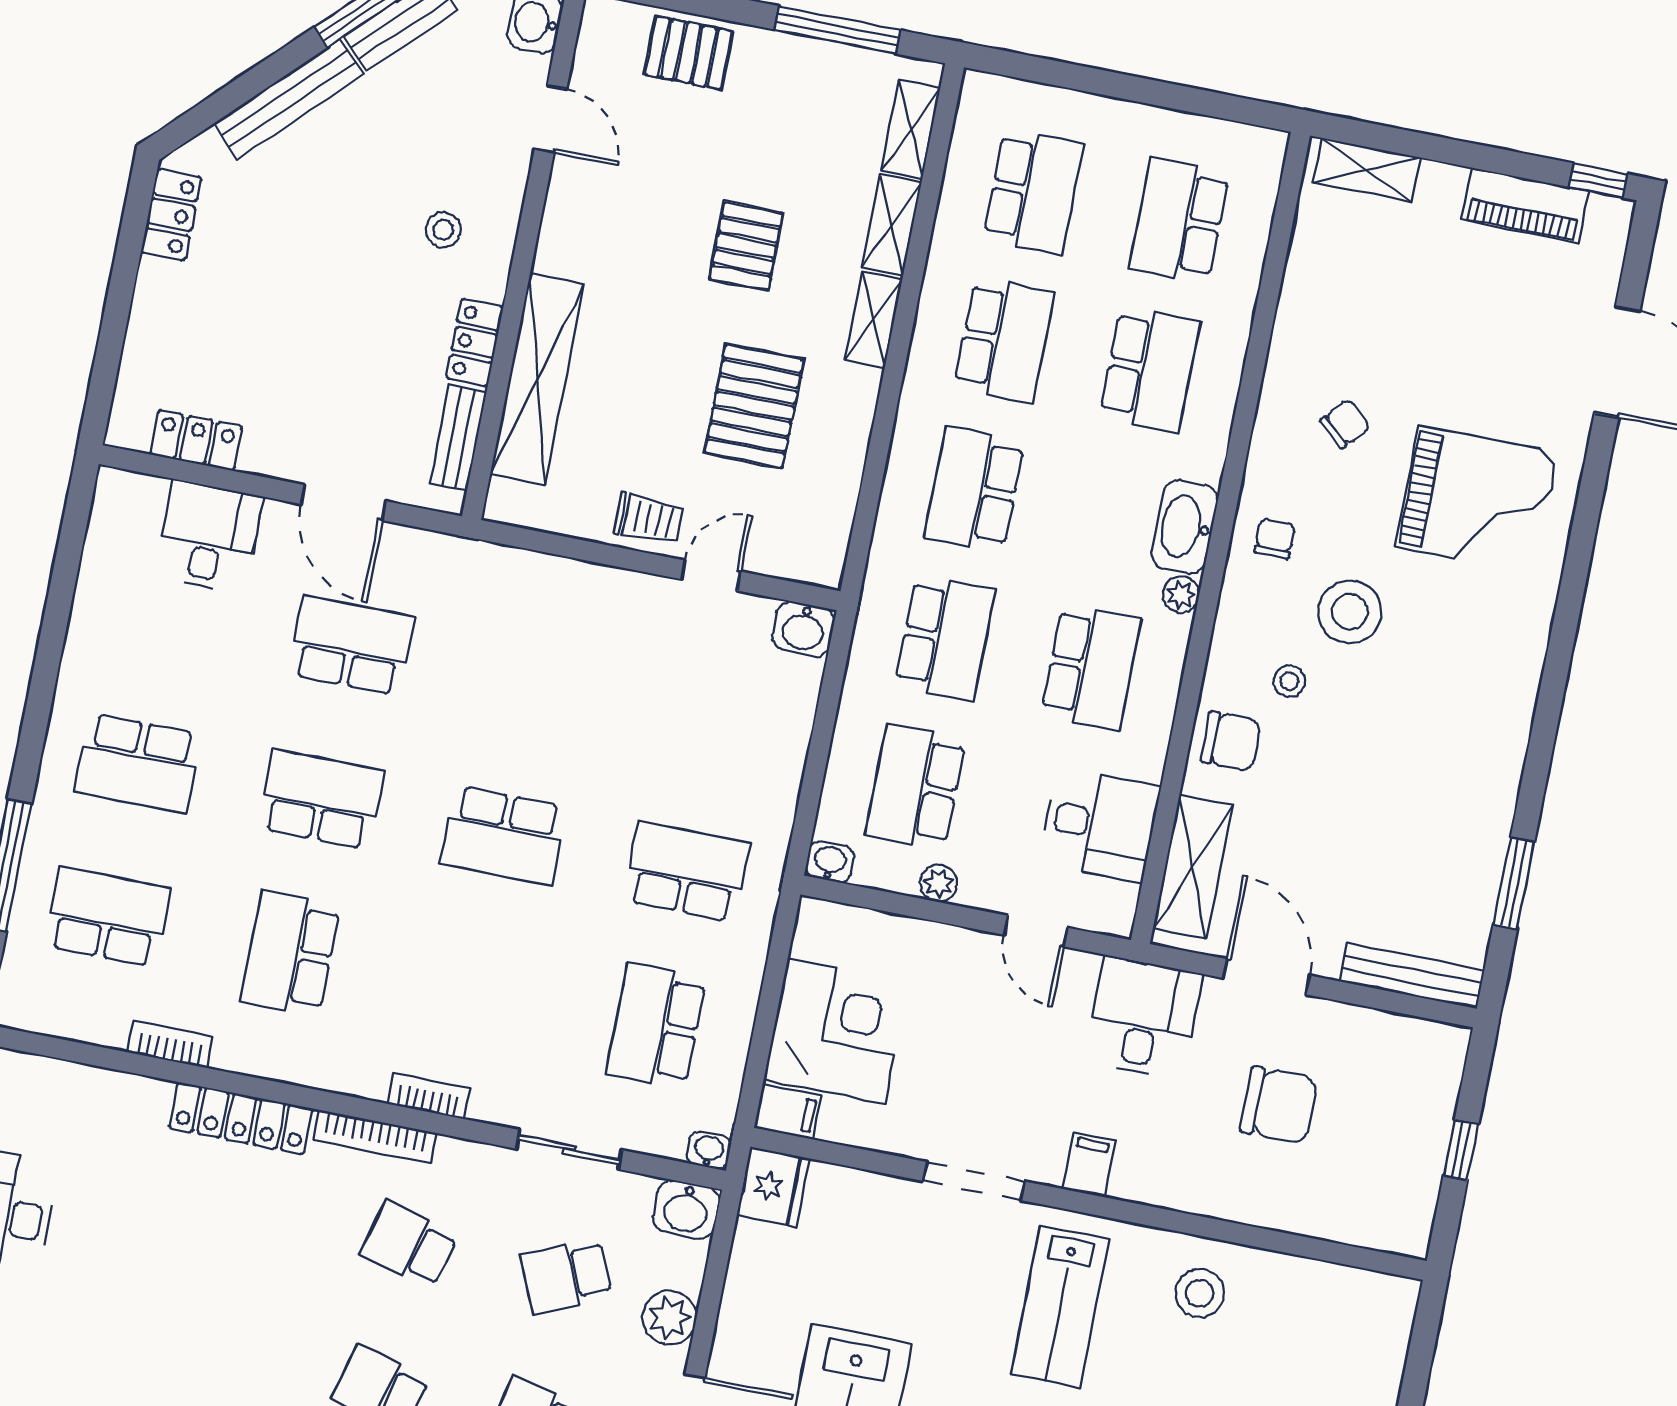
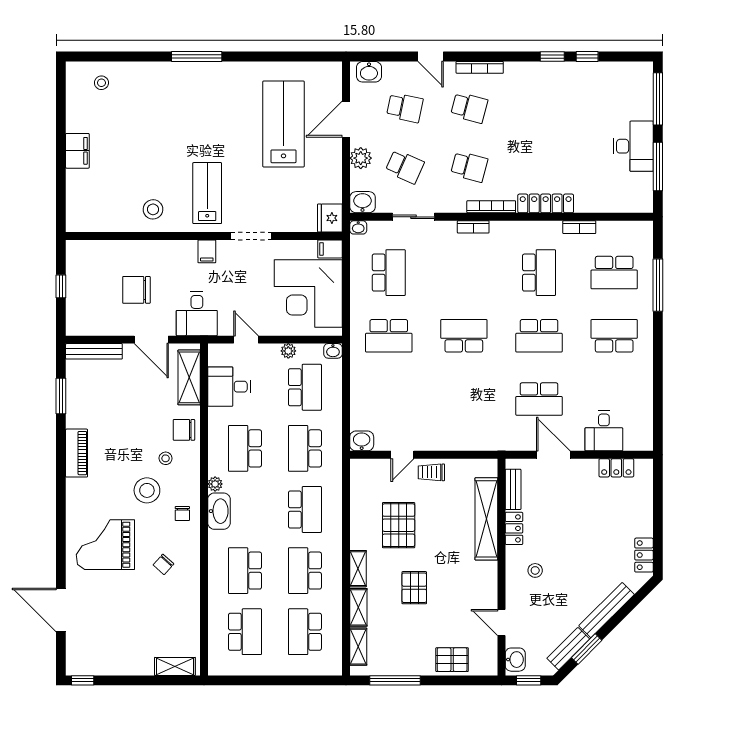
piano: (1525, 205) -> (77, 453), moved, turned 90
corner desk: (836, 1031) -> (308, 294), width x1.36, depth x1.36
school desk: (566, 1276) -> (405, 167), turned 48

